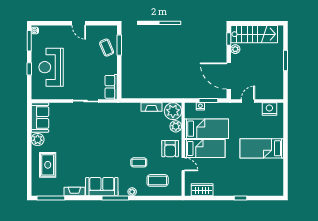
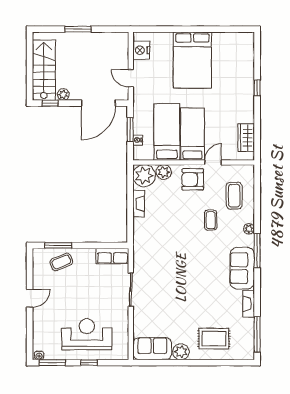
reception desk: (51, 67) -> (87, 334), turned 180
bed: (262, 148) -> (192, 60), width x1.50
armchair: (170, 149) -> (193, 179), turned 180

